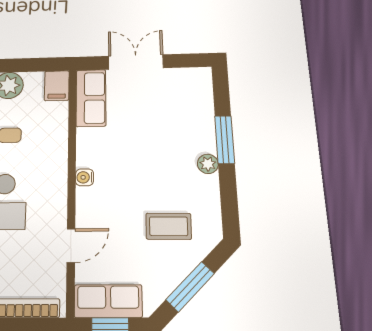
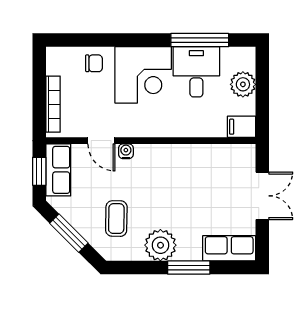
row of seats: (91, 98) -> (229, 248), moved, turned 180
plant: (208, 164) -> (160, 245), width x1.88, depth x1.88
water cooler: (85, 177) -> (126, 151), moved

